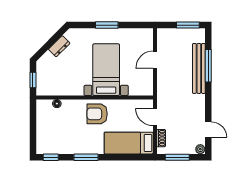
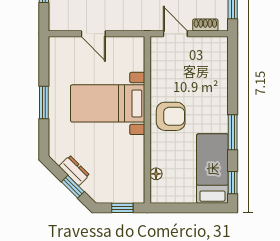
window: (48, 45) -> (73, 187), added
armchair: (97, 114) -> (171, 116), turned -90
door: (155, 117) -> (175, 34), swing flipped
bed: (129, 143) -> (212, 169), moved, turned 180

